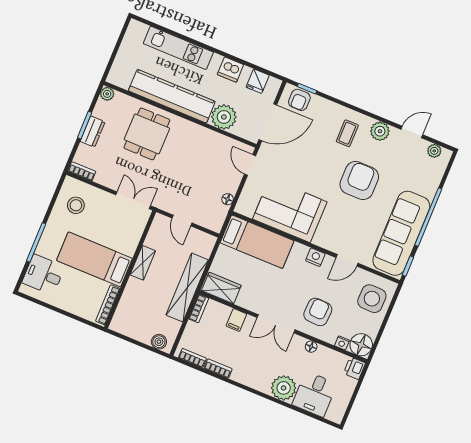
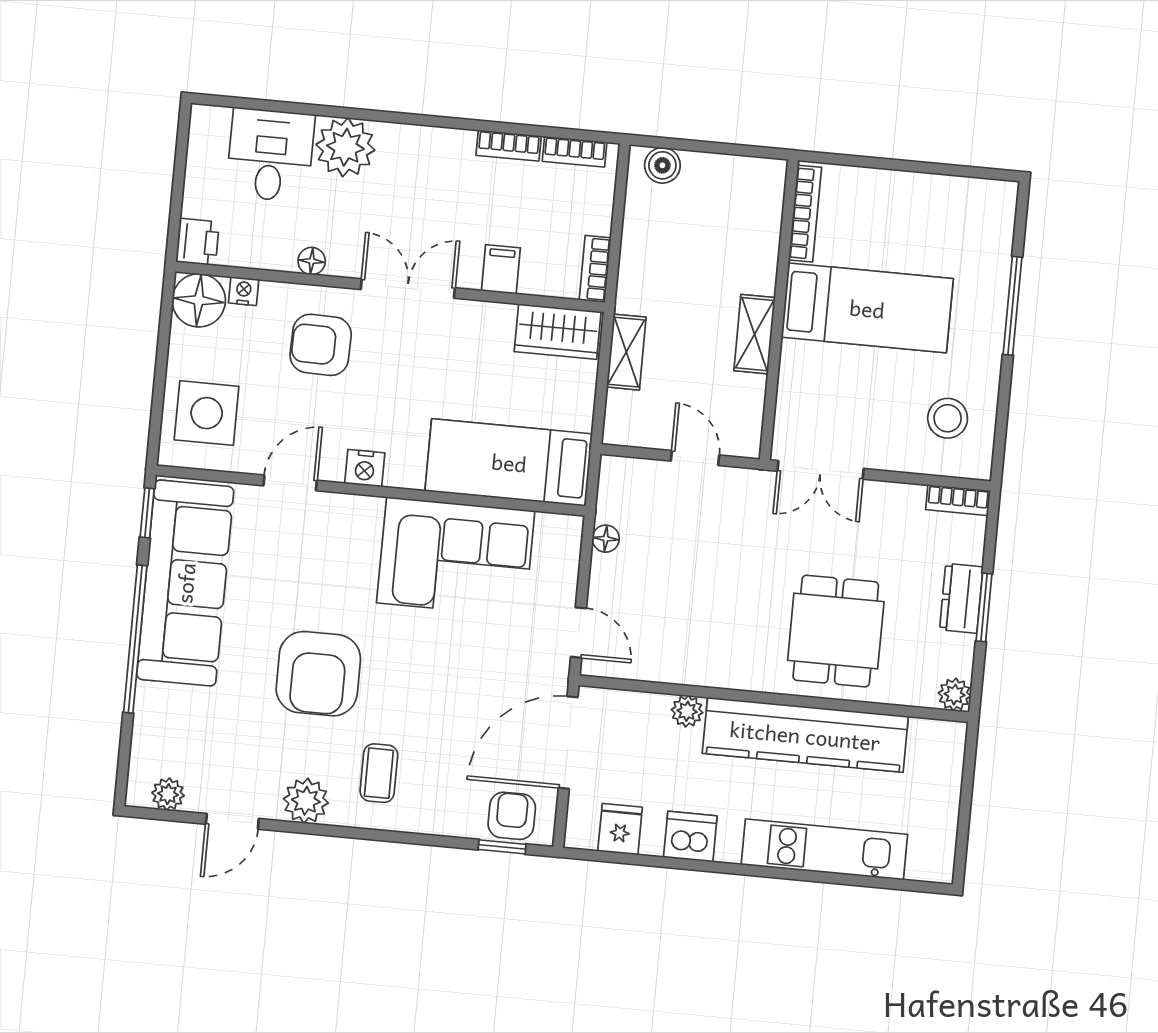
plant: (224, 117) -> (687, 711), width x0.53, depth x0.53
desk: (43, 275) -> (973, 237), removed
shelving: (187, 287) -> (626, 352), width x0.45, depth x0.75
armchair: (318, 312) -> (321, 345), turned 89

